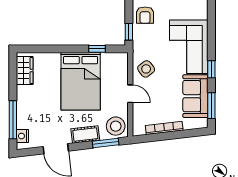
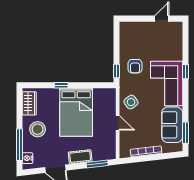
armchair: (145, 15) -> (135, 66), moved
window: (97, 49) -> (61, 85), moved
window: (211, 69) -> (185, 72), moved
stool: (116, 126) -> (38, 129), moved

